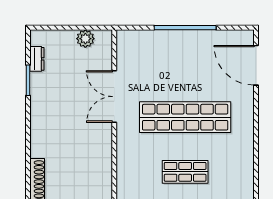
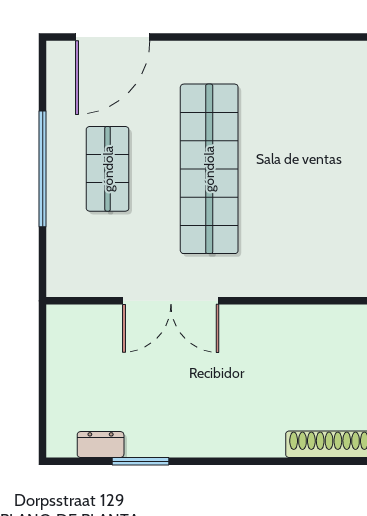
plant: (85, 39) -> (63, 354), removed
shop shelf: (185, 172) -> (108, 169), moved

